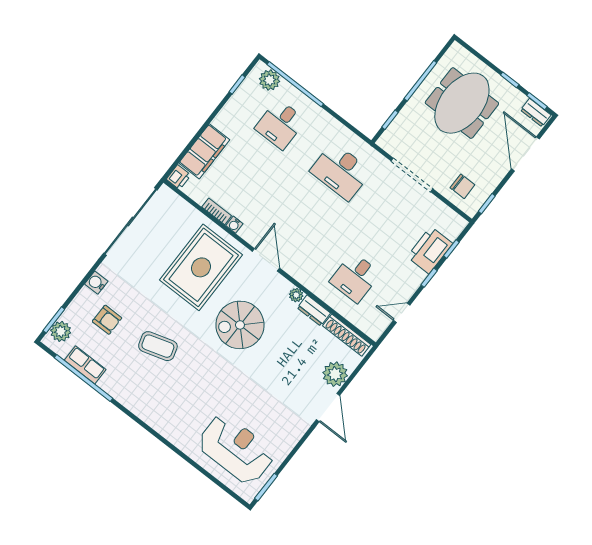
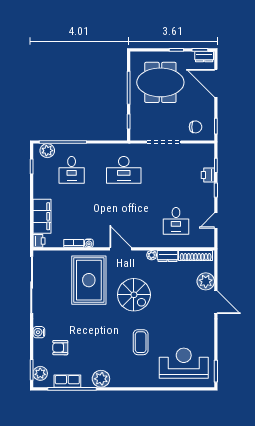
meeting table: (462, 103) -> (160, 82), turned 90
printer: (430, 250) -> (208, 175), width x0.53, depth x0.68
armchair: (107, 320) -> (60, 348), turned 180
spiral stairs: (240, 325) -> (134, 295), turned -90
coffee table: (158, 346) -> (141, 342), moved, turned -73
plant: (126, 393) -> (101, 379), added

